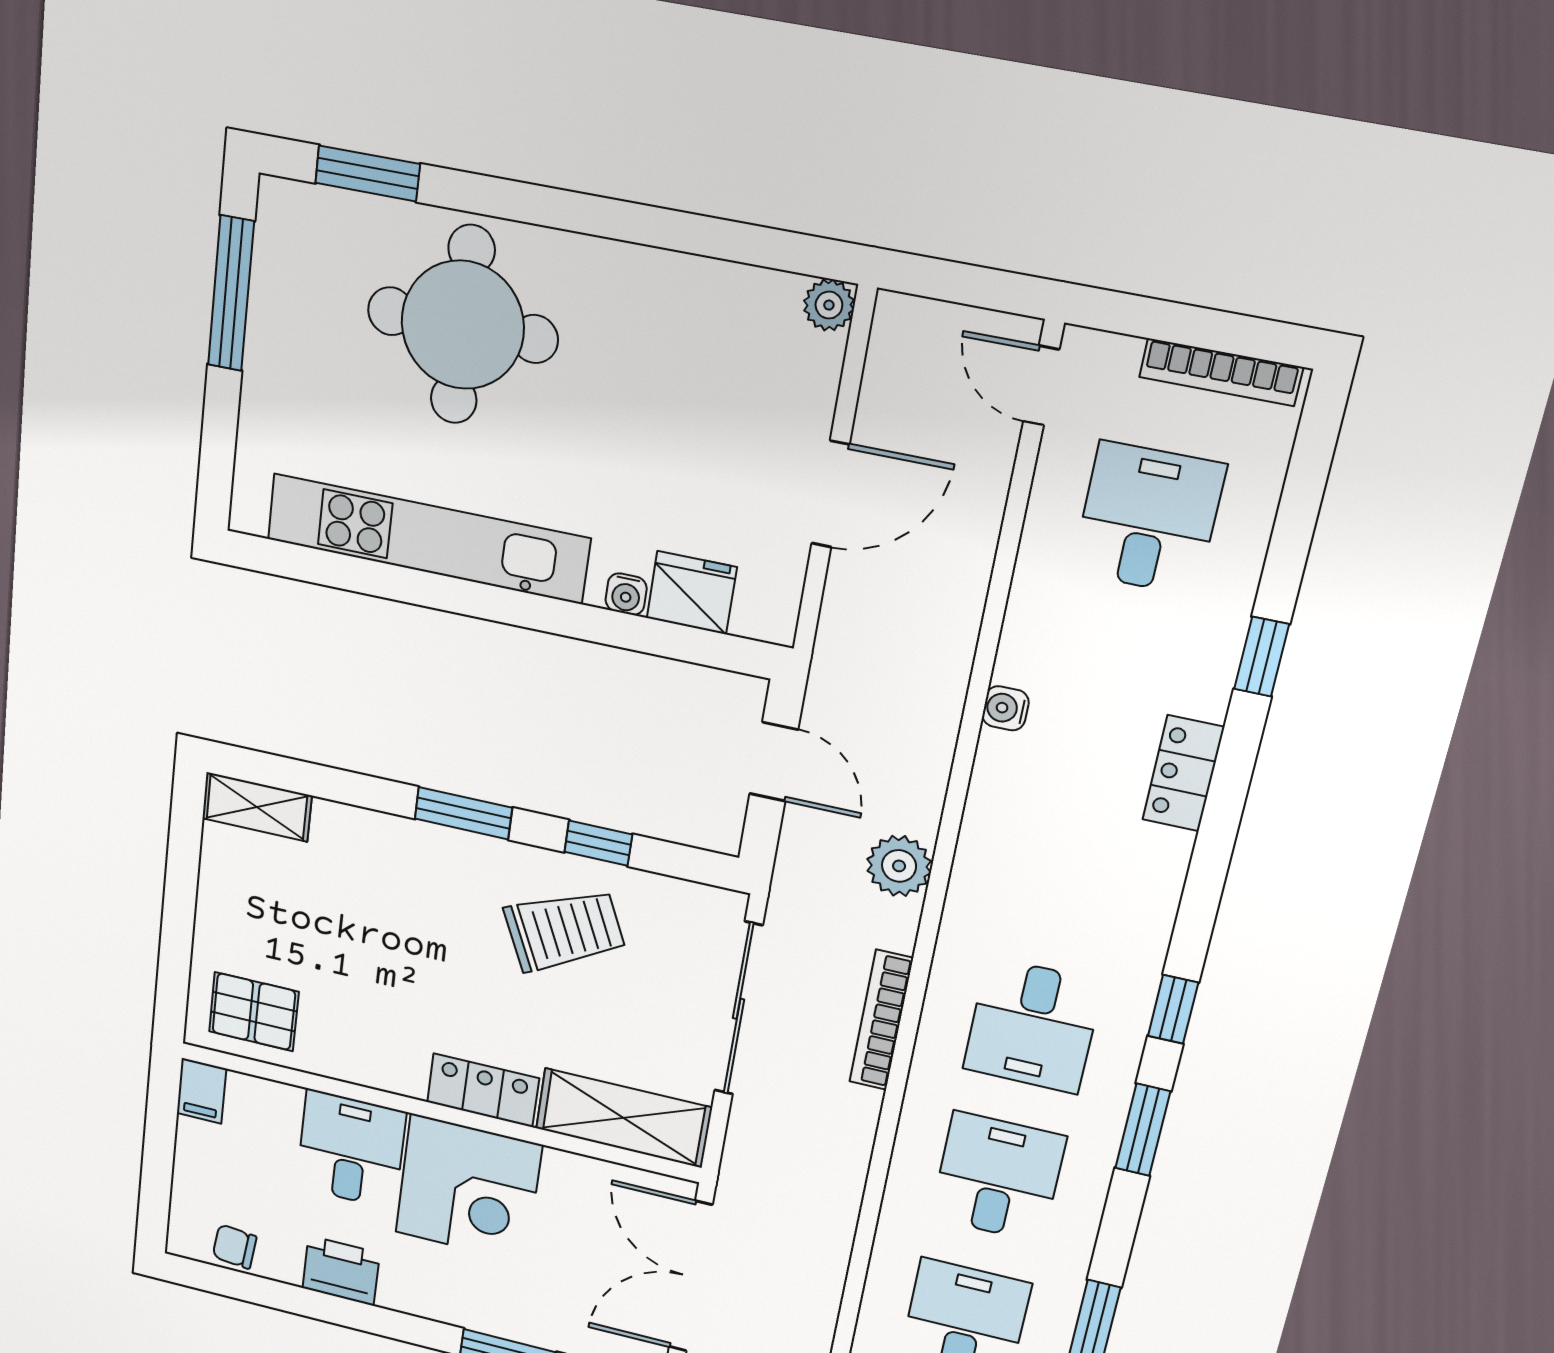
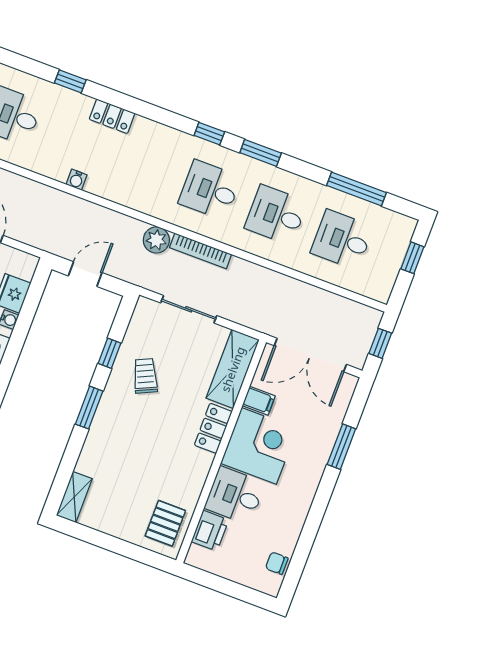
plant: (899, 866) -> (156, 240), moved
trolley: (565, 930) -> (145, 376), width x0.73, depth x0.72
sliding door: (739, 1009) -> (189, 309), width x0.73
desk: (1033, 1025) -> (210, 190), turned 180
filing cabinet: (202, 1091) -> (259, 401), moved
chair: (235, 1247) -> (277, 563), turned 84
printer: (341, 1271) -> (210, 531), moved, turned 180

